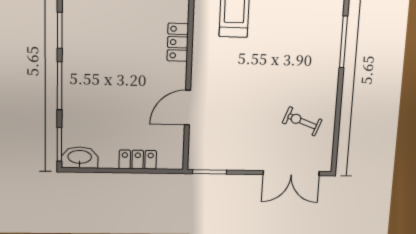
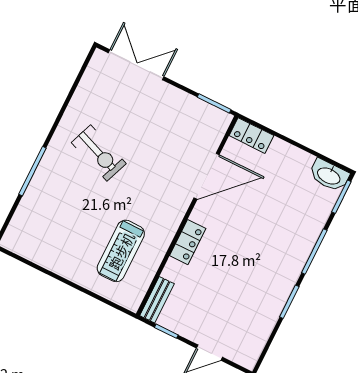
door: (188, 108) -> (207, 176), width x1.36
exercise bike: (302, 121) -> (99, 153), moved, width x1.38, depth x1.39
locker: (138, 160) -> (251, 136), moved

